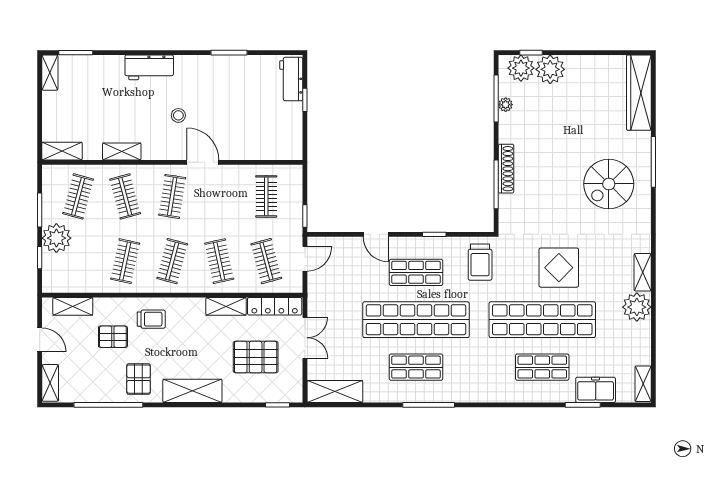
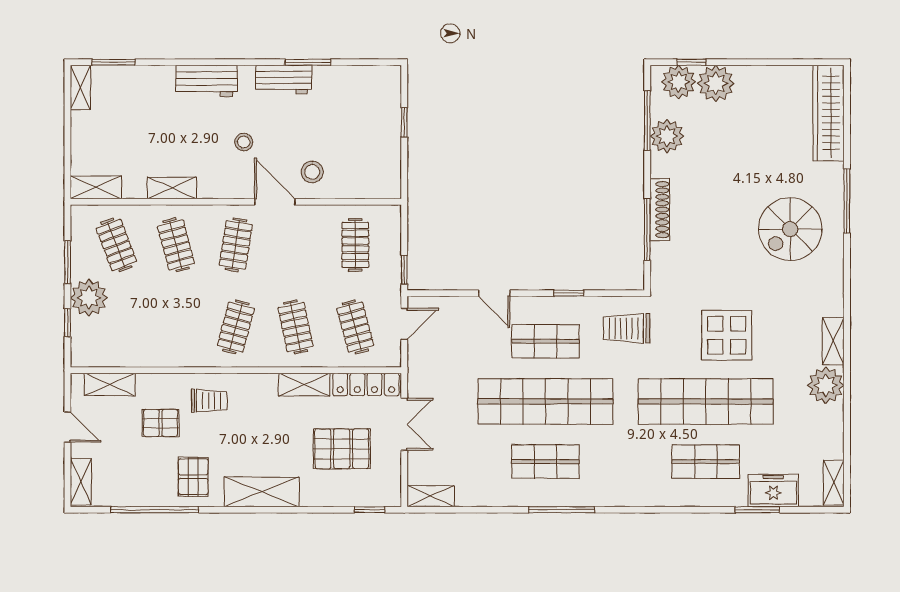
workbench: (291, 79) -> (284, 79), moved, turned -90
plant: (506, 105) -> (667, 136), width x1.88, depth x1.88
stool: (232, 139) -> (312, 172), added
clothes rail: (78, 196) -> (116, 245), turned -36
clothes rail: (125, 261) -> (176, 327), removed
trolley: (480, 262) -> (627, 328), turned 90
shelving: (335, 392) -> (431, 496), width x0.67, depth x0.75

